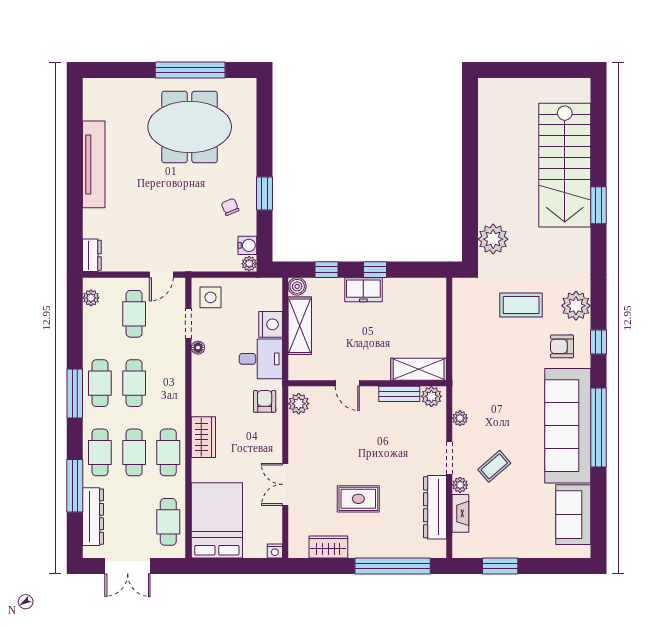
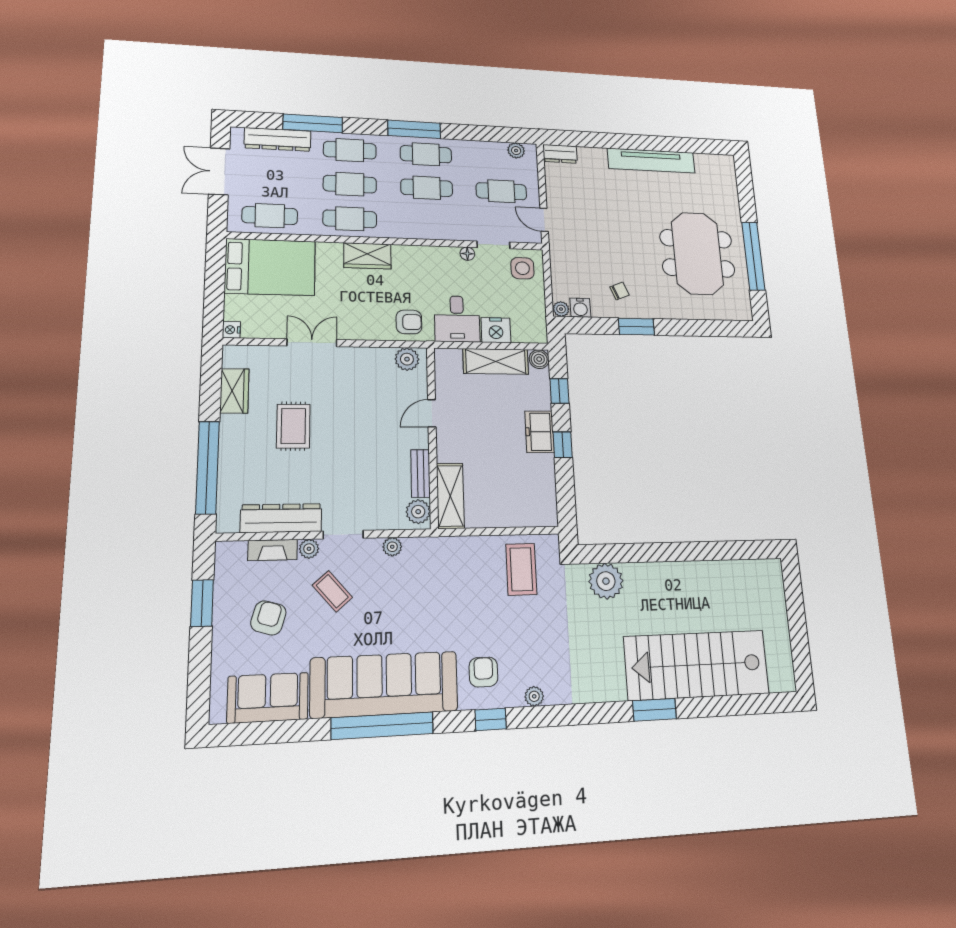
coffee table: (521, 305) -> (521, 569), moved
plant: (576, 306) -> (534, 696), width x0.53, depth x0.53
armchair: (513, 516) -> (268, 618), added

